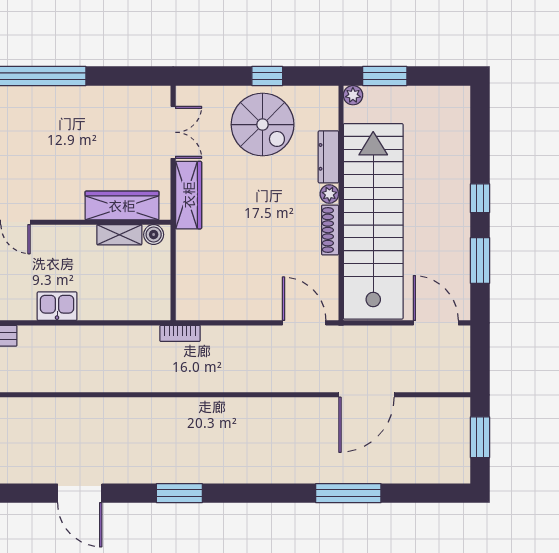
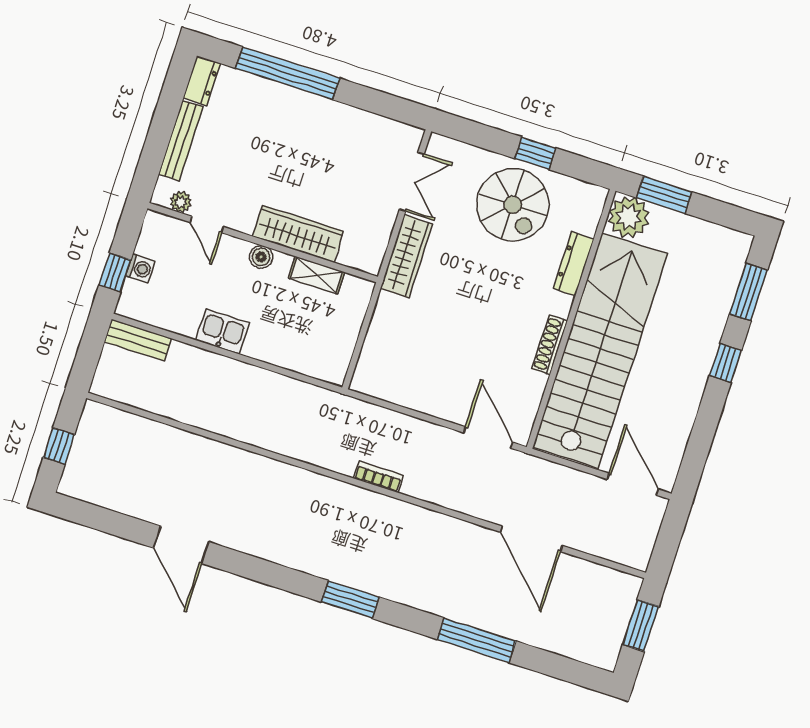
plant: (353, 95) -> (629, 217), width x1.87, depth x1.87
plant: (329, 194) -> (562, 305), removed
wardrobe: (122, 206) -> (298, 234), moved
boiler: (154, 235) -> (261, 257), moved
window: (480, 260) -> (748, 292), moved
bookcase: (180, 333) -> (378, 477), moved, turned 180
door: (367, 395) -> (531, 539), hinge flipped
window: (179, 493) -> (350, 599), moved

